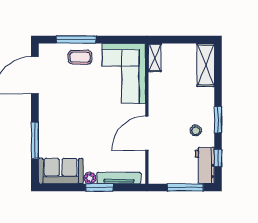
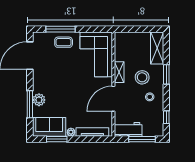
shelving: (155, 57) -> (119, 72), moved
stool: (186, 104) -> (142, 77), added
window: (218, 120) -> (166, 74), moved
plant: (47, 135) -> (39, 100), added
workbench: (205, 166) -> (128, 129), moved, turned 90
window: (99, 188) -> (57, 139), moved

